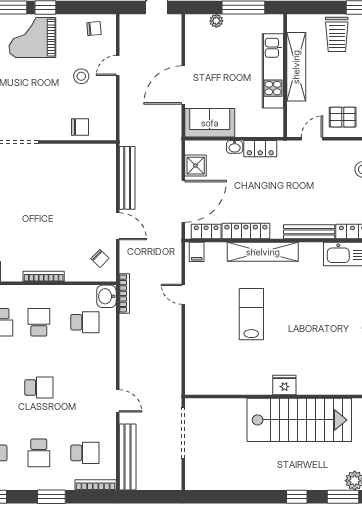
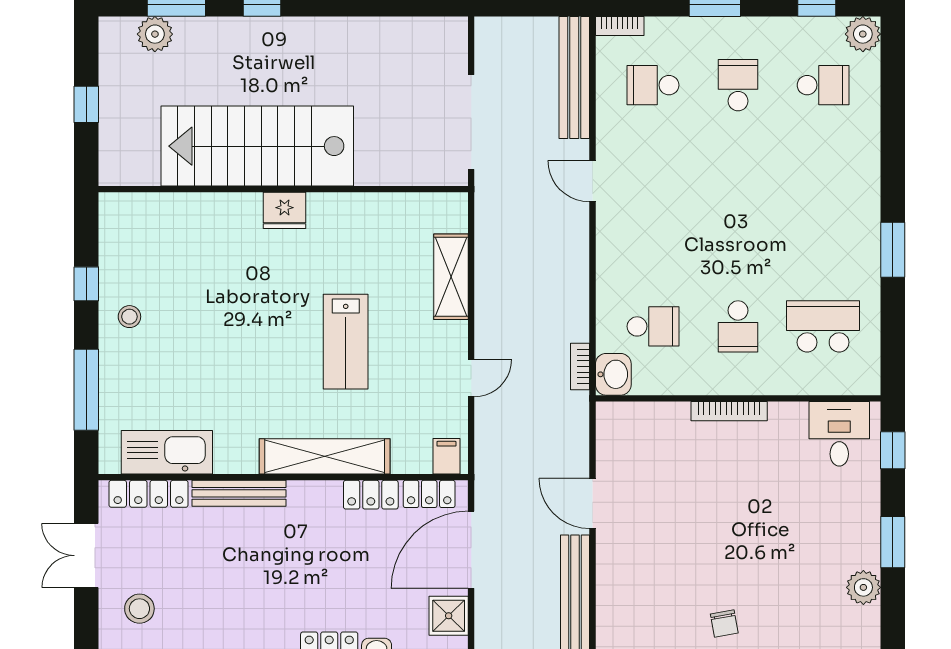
locker: (246, 231) -> (371, 495), width x0.66
chair: (100, 259) -> (724, 623), moved, turned -144
bookcase: (124, 293) -> (580, 366), width x0.64
door: (183, 294) -> (471, 378), hinge flipped
school desk: (85, 322) -> (653, 326), turned 180
shelving: (194, 349) -> (451, 277), added
school desk: (39, 388) -> (738, 206), removed
bookcase: (96, 485) -> (620, 26), width x0.64

